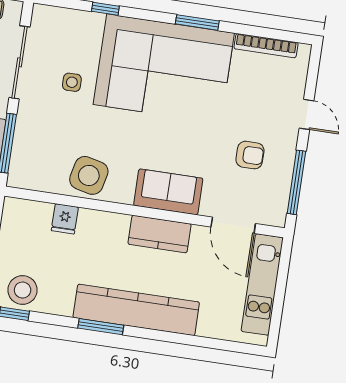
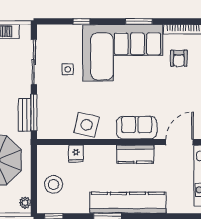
armchair: (250, 155) -> (179, 58), moved, turned 90
door: (233, 225) -> (179, 142), swing flipped
stool: (23, 290) -> (54, 184), moved

